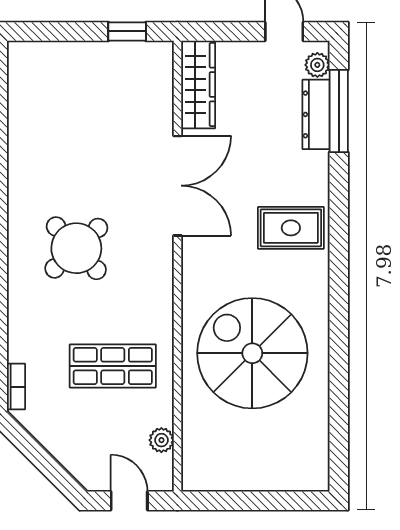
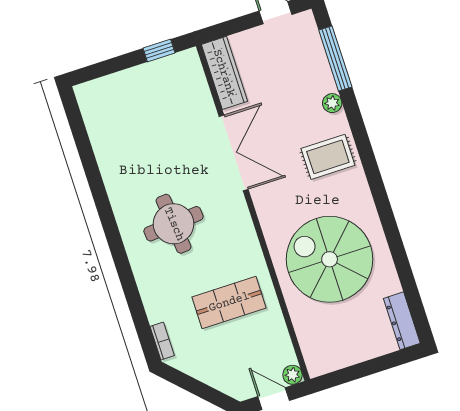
plant: (317, 65) -> (332, 103), moved
dresser: (316, 114) -> (402, 321), moved
round table: (76, 248) -> (174, 224), turned 38
plant: (161, 440) -> (293, 375), moved

